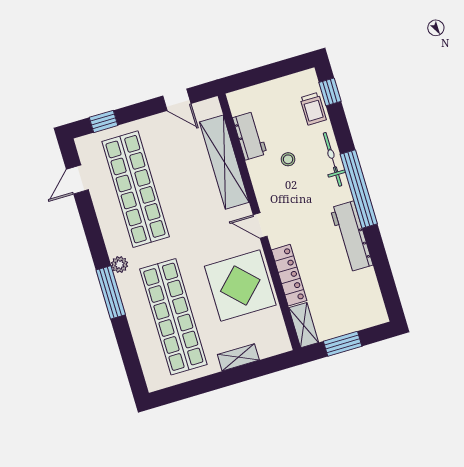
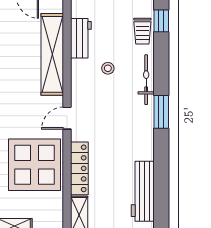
window: (359, 189) -> (161, 112), width x0.47
door: (260, 225) -> (67, 118), hinge flipped
workbench: (351, 236) -> (143, 191), moved

